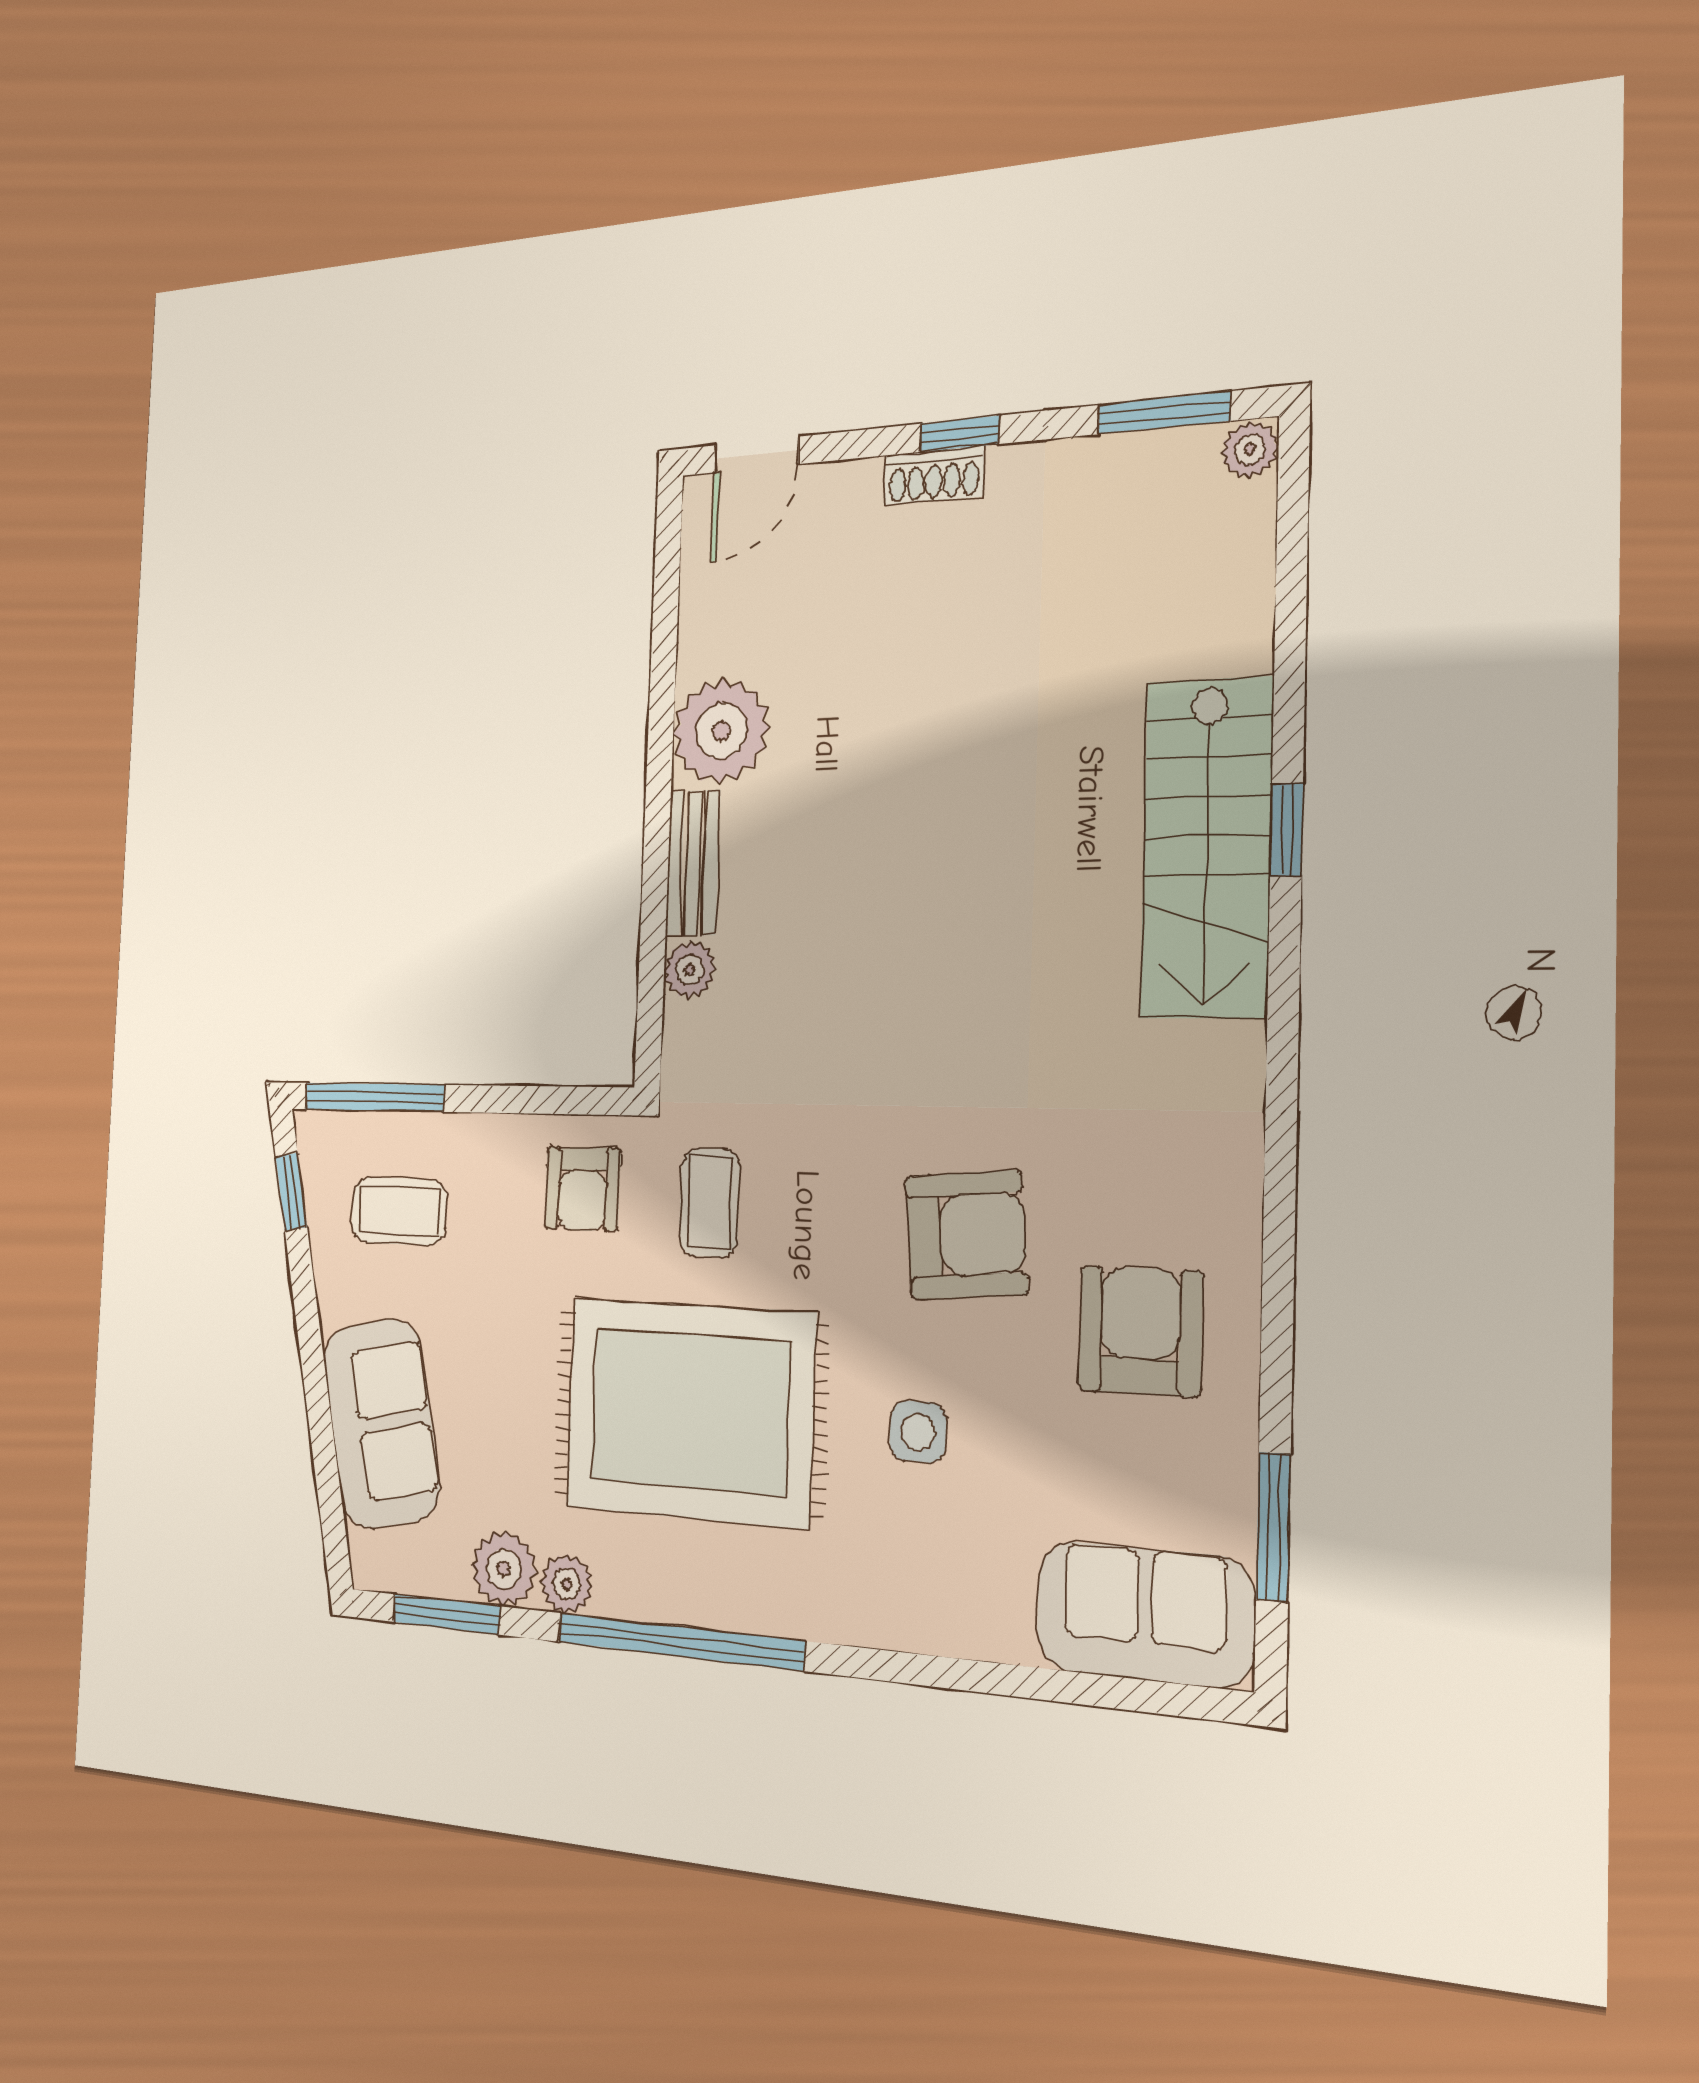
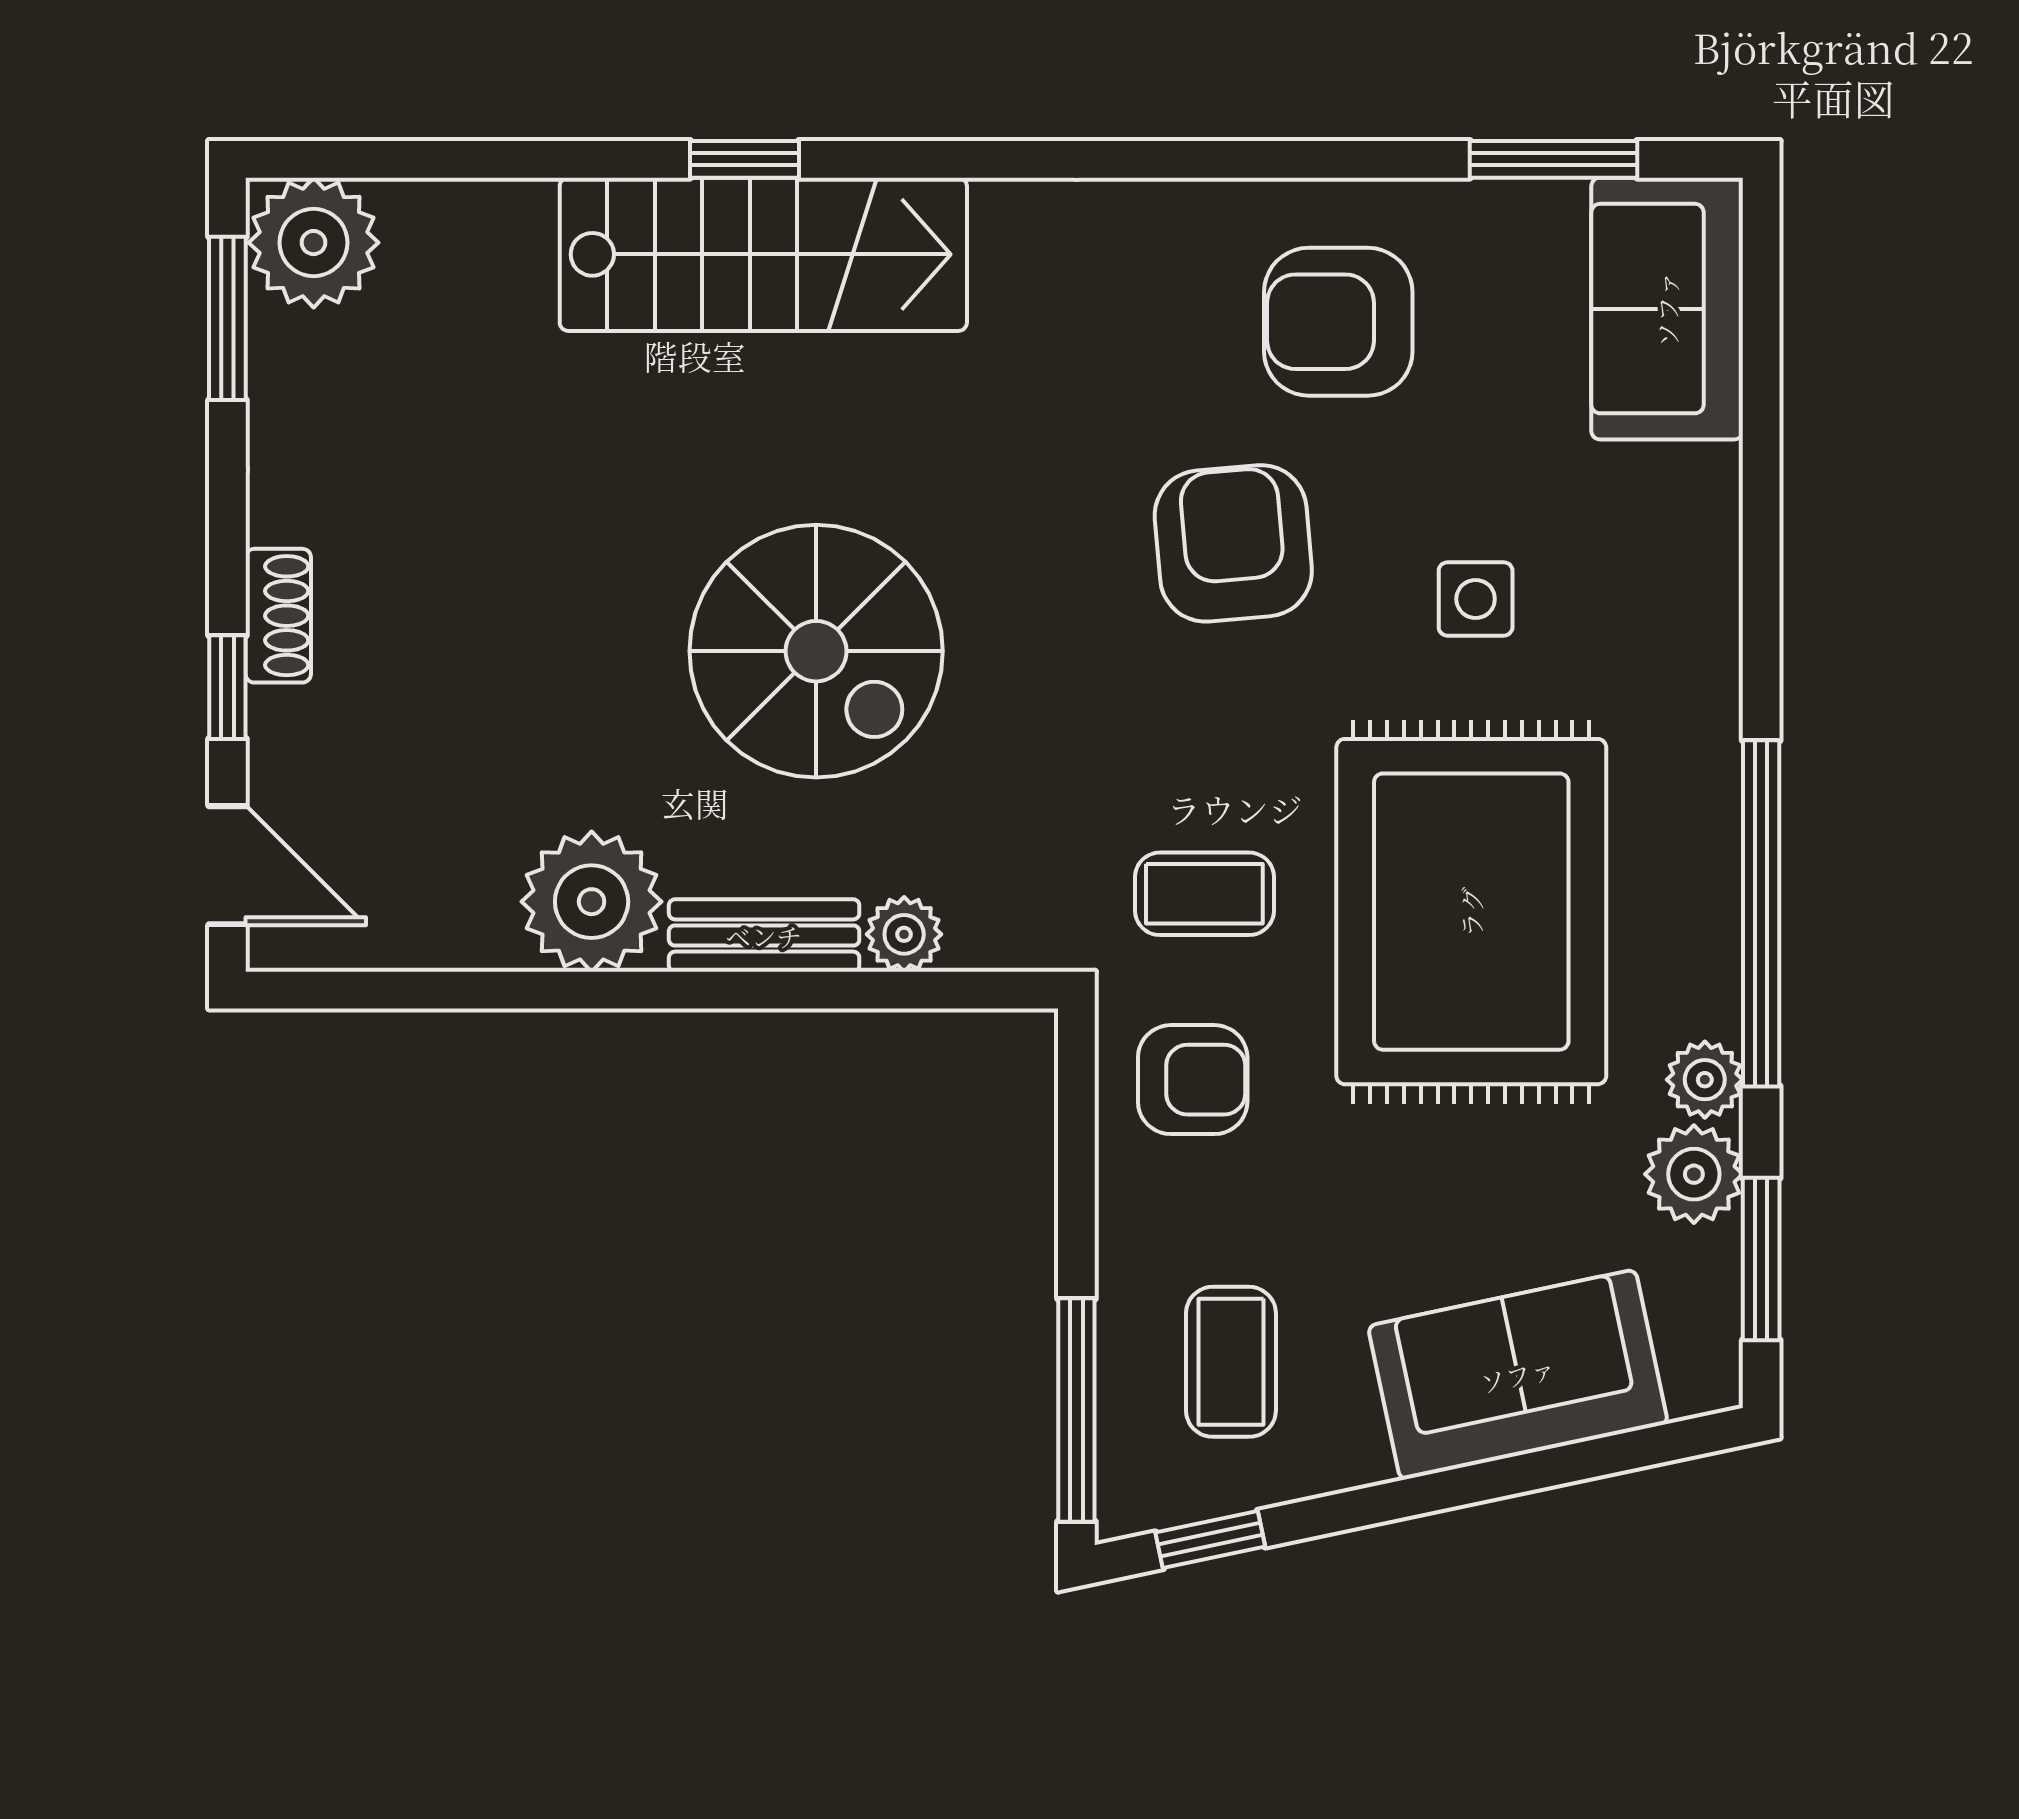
window: (959, 434) -> (227, 687), moved
plant: (1250, 449) -> (314, 243), width x1.88, depth x1.88
spiral stairs: (895, 898) -> (816, 651), added

